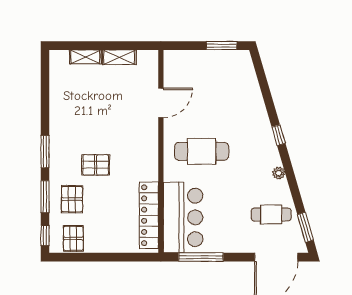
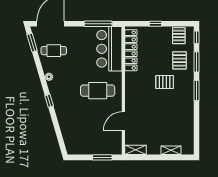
window: (222, 46) -> (102, 157), moved
shelving: (119, 57) -> (136, 150), moved
window: (110, 257) -> (155, 24), added

